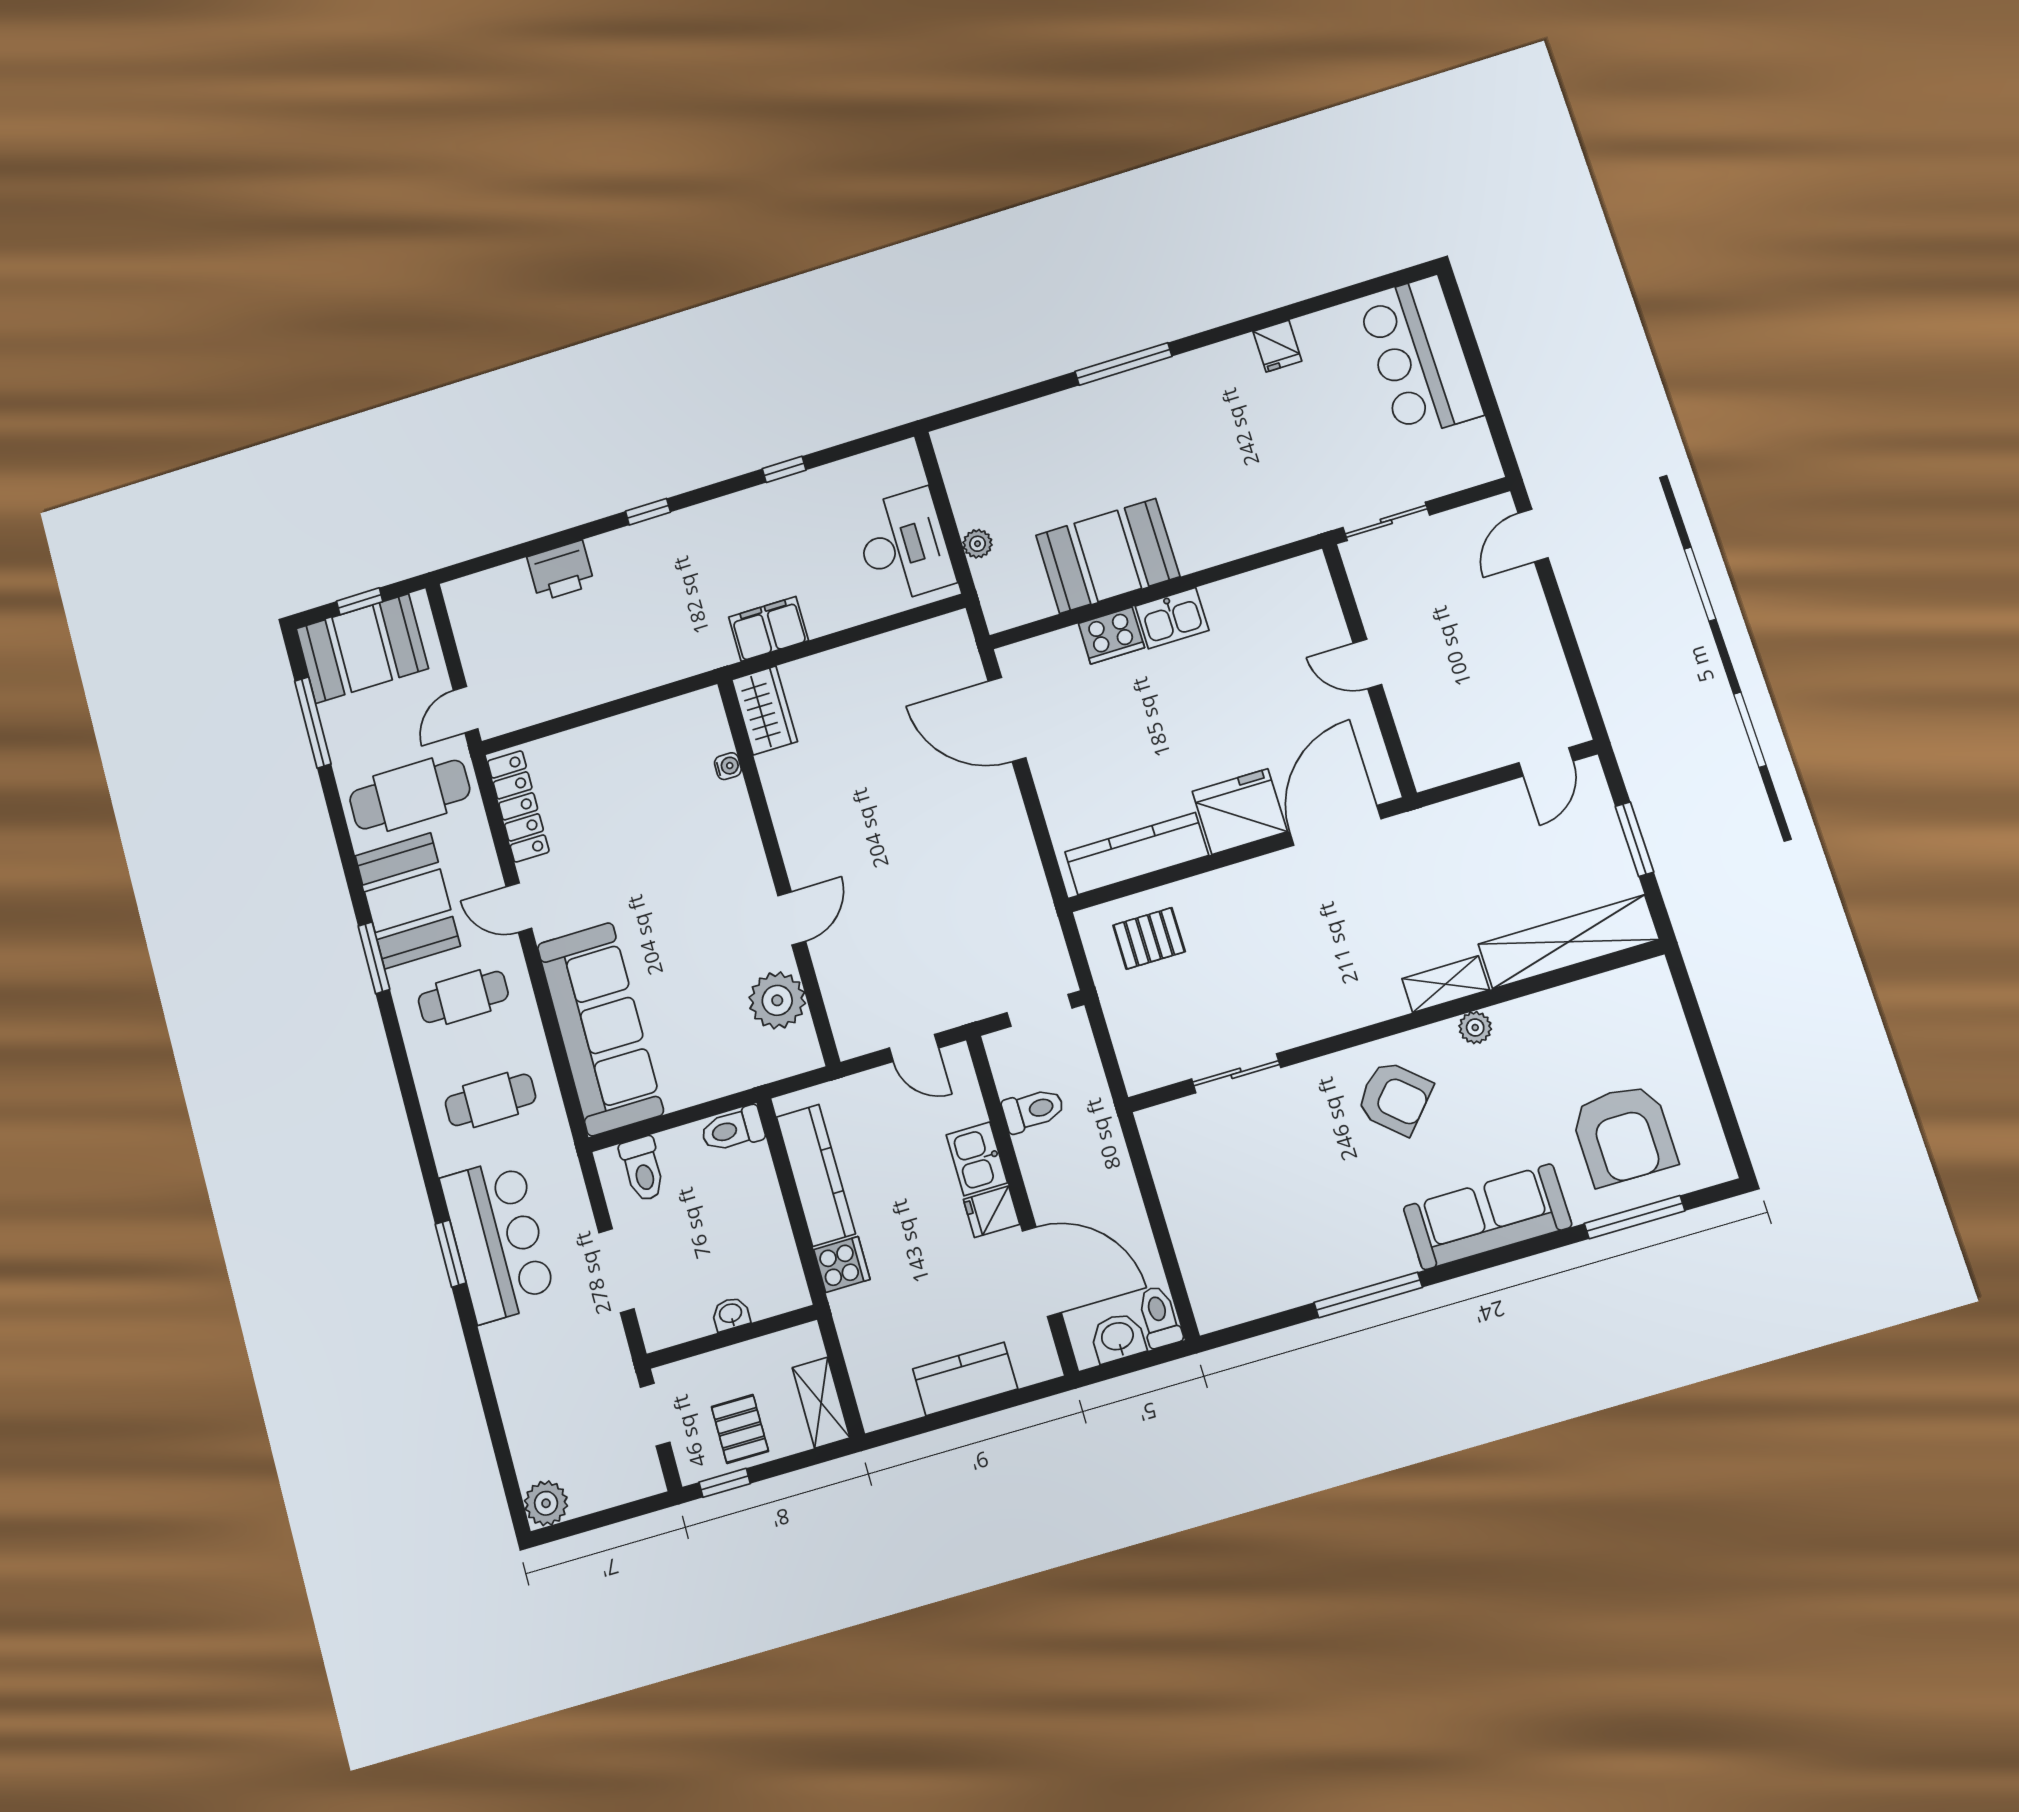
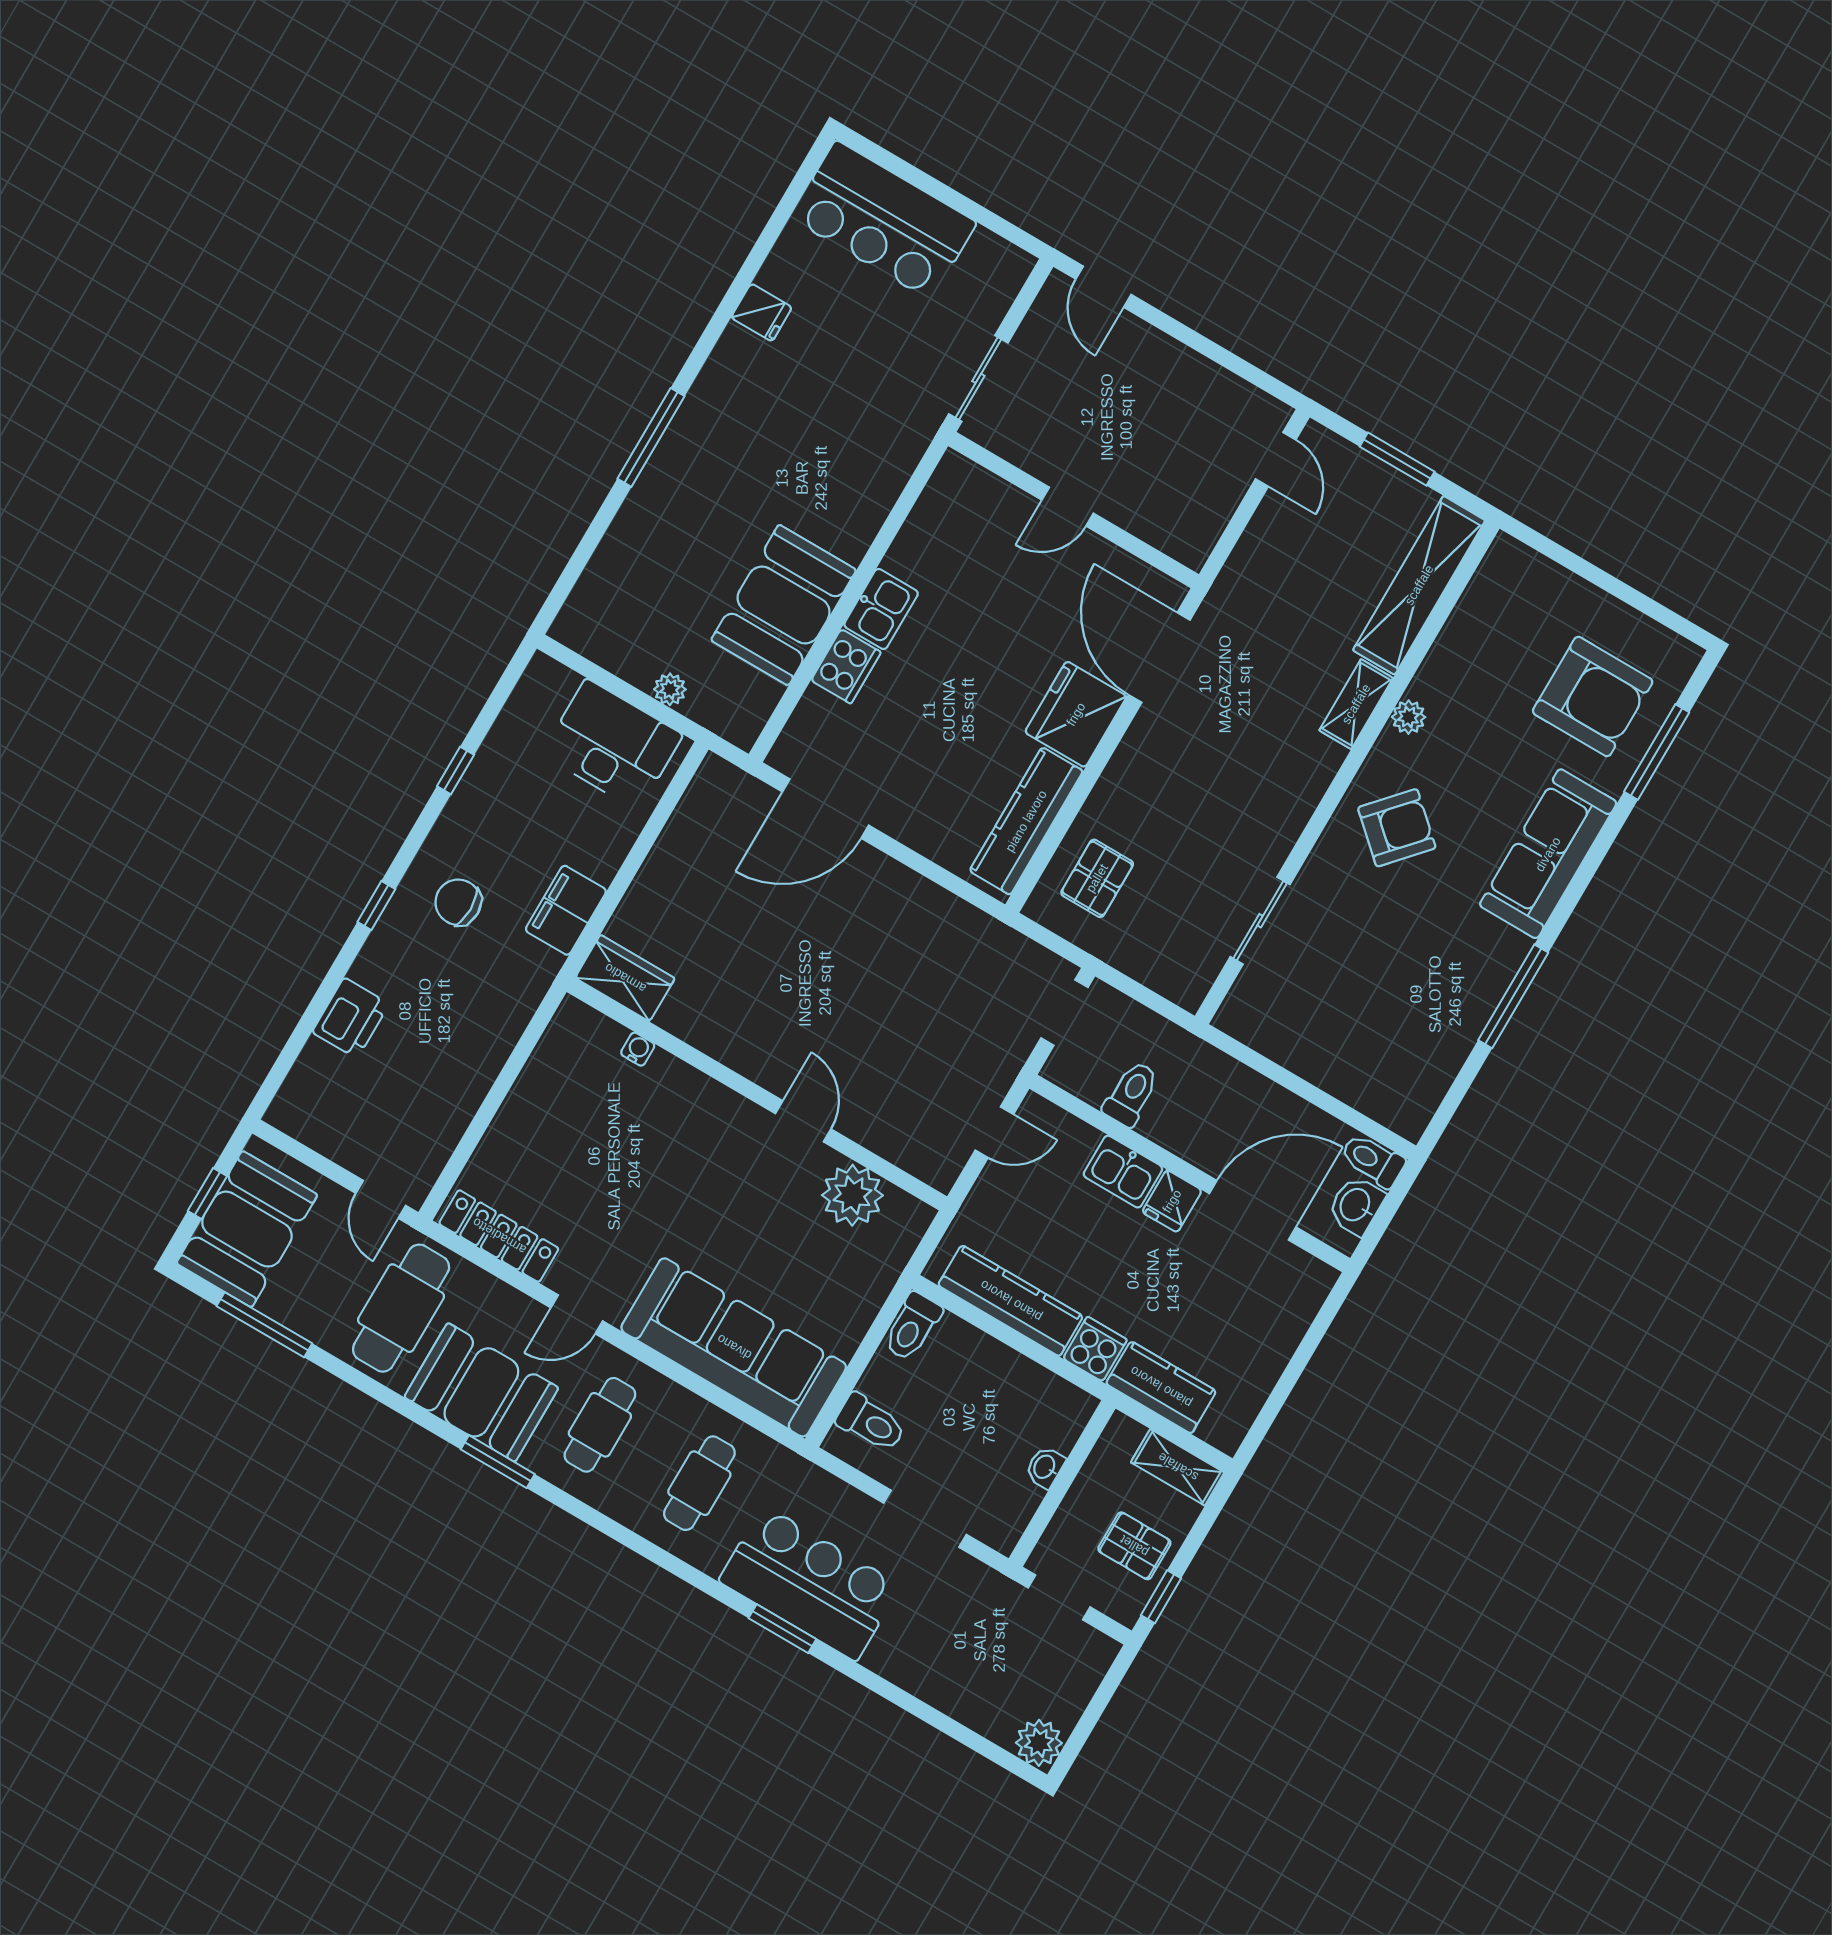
chair: (703, 558) -> (458, 902), added
kitchen counter: (965, 1379) -> (1161, 1387), moved, turned 90

